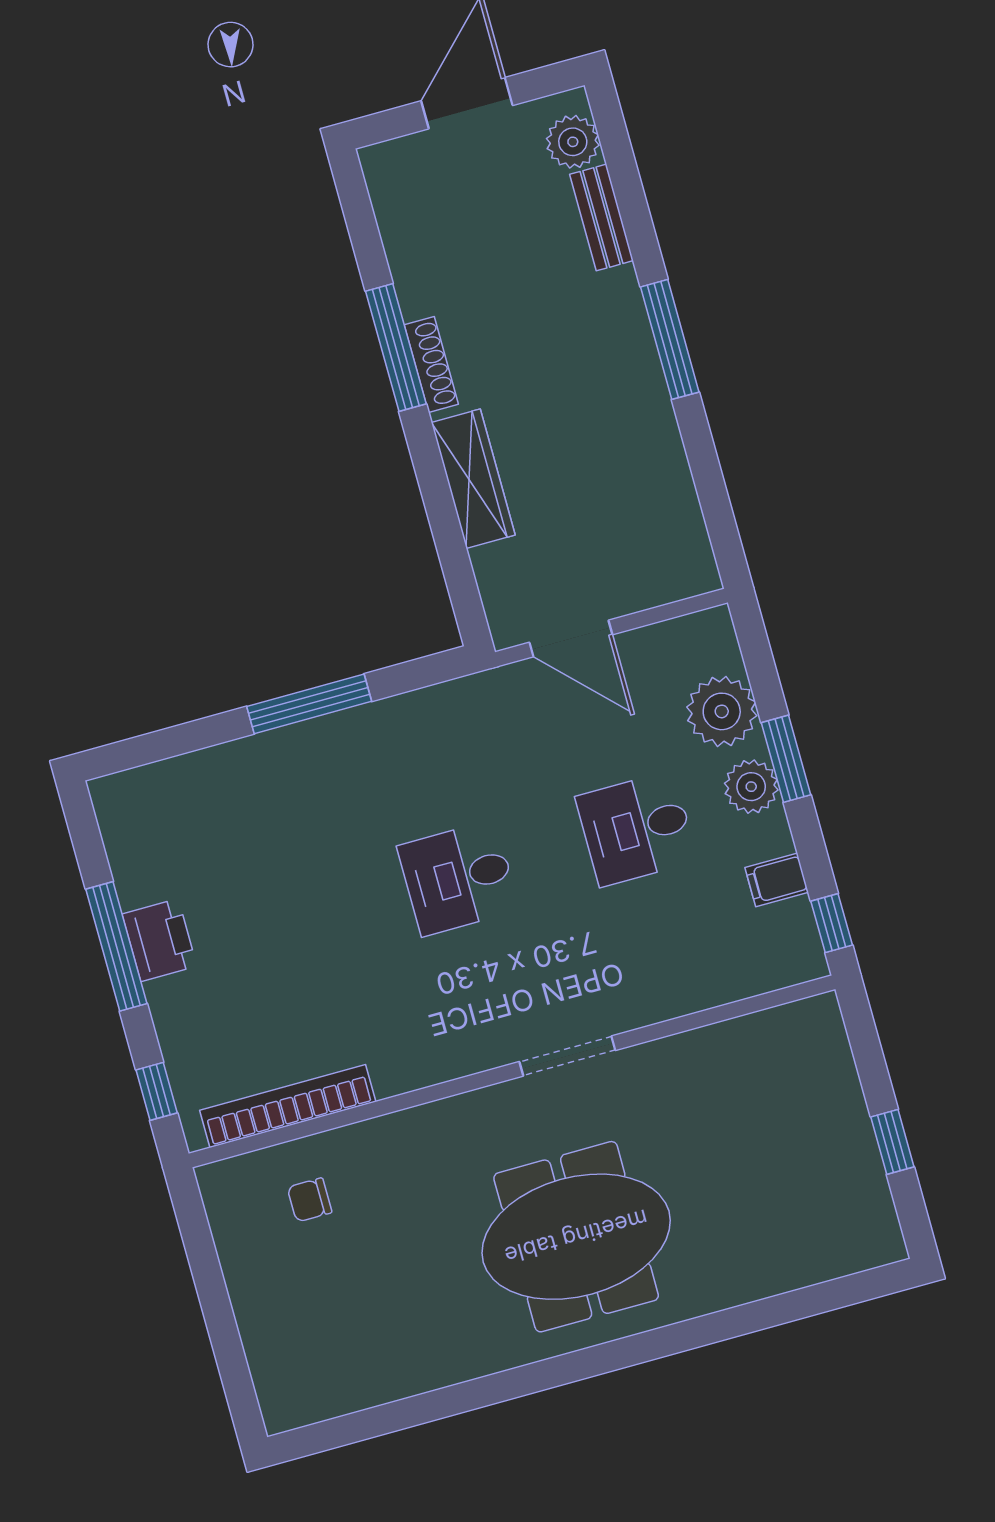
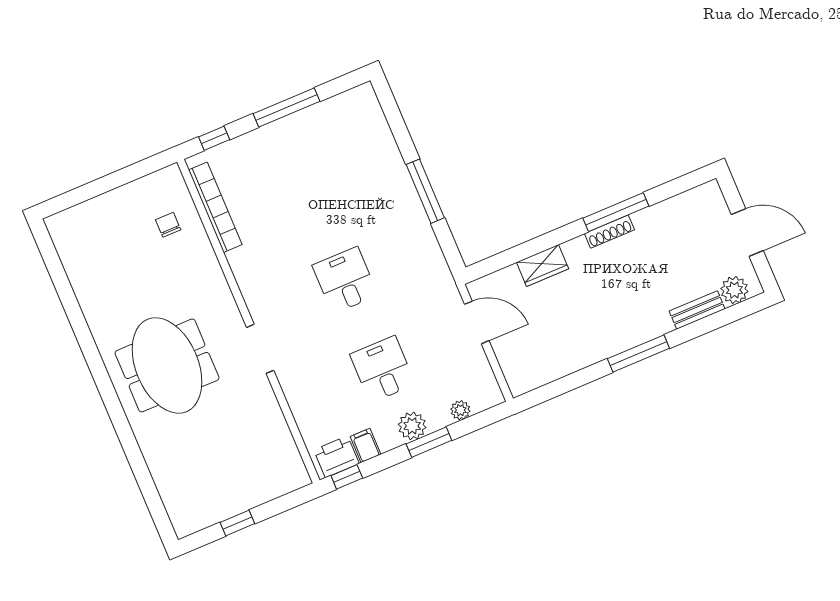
wardrobe: (473, 479) -> (543, 265), width x0.67
door: (571, 639) -> (477, 322), swing flipped
plant: (722, 711) -> (460, 410), width x0.53, depth x0.53
printer: (159, 940) -> (336, 457), moved, turned 180

